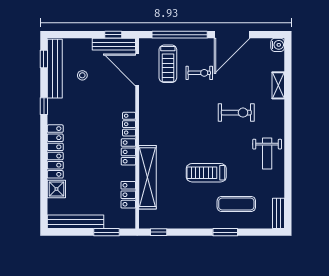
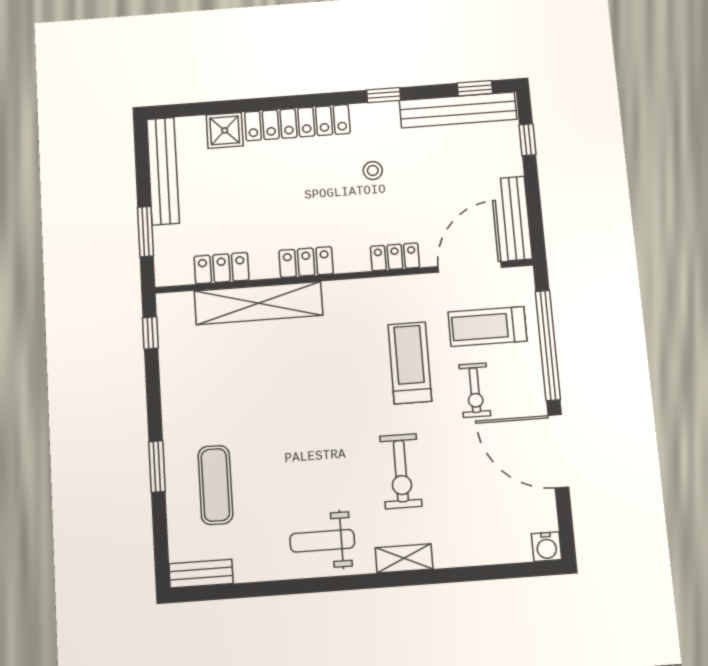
window: (113, 35) -> (528, 140), moved
stool: (82, 75) -> (373, 171), moved
shelving: (278, 85) -> (404, 558), moved
locker: (129, 124) -> (395, 257), moved
treadmill: (206, 173) -> (410, 363), moved

